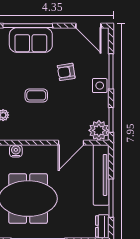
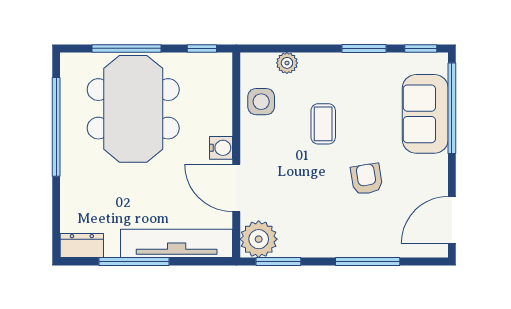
side table: (100, 86) -> (261, 102), moved
water cooler: (16, 151) -> (221, 148), moved

